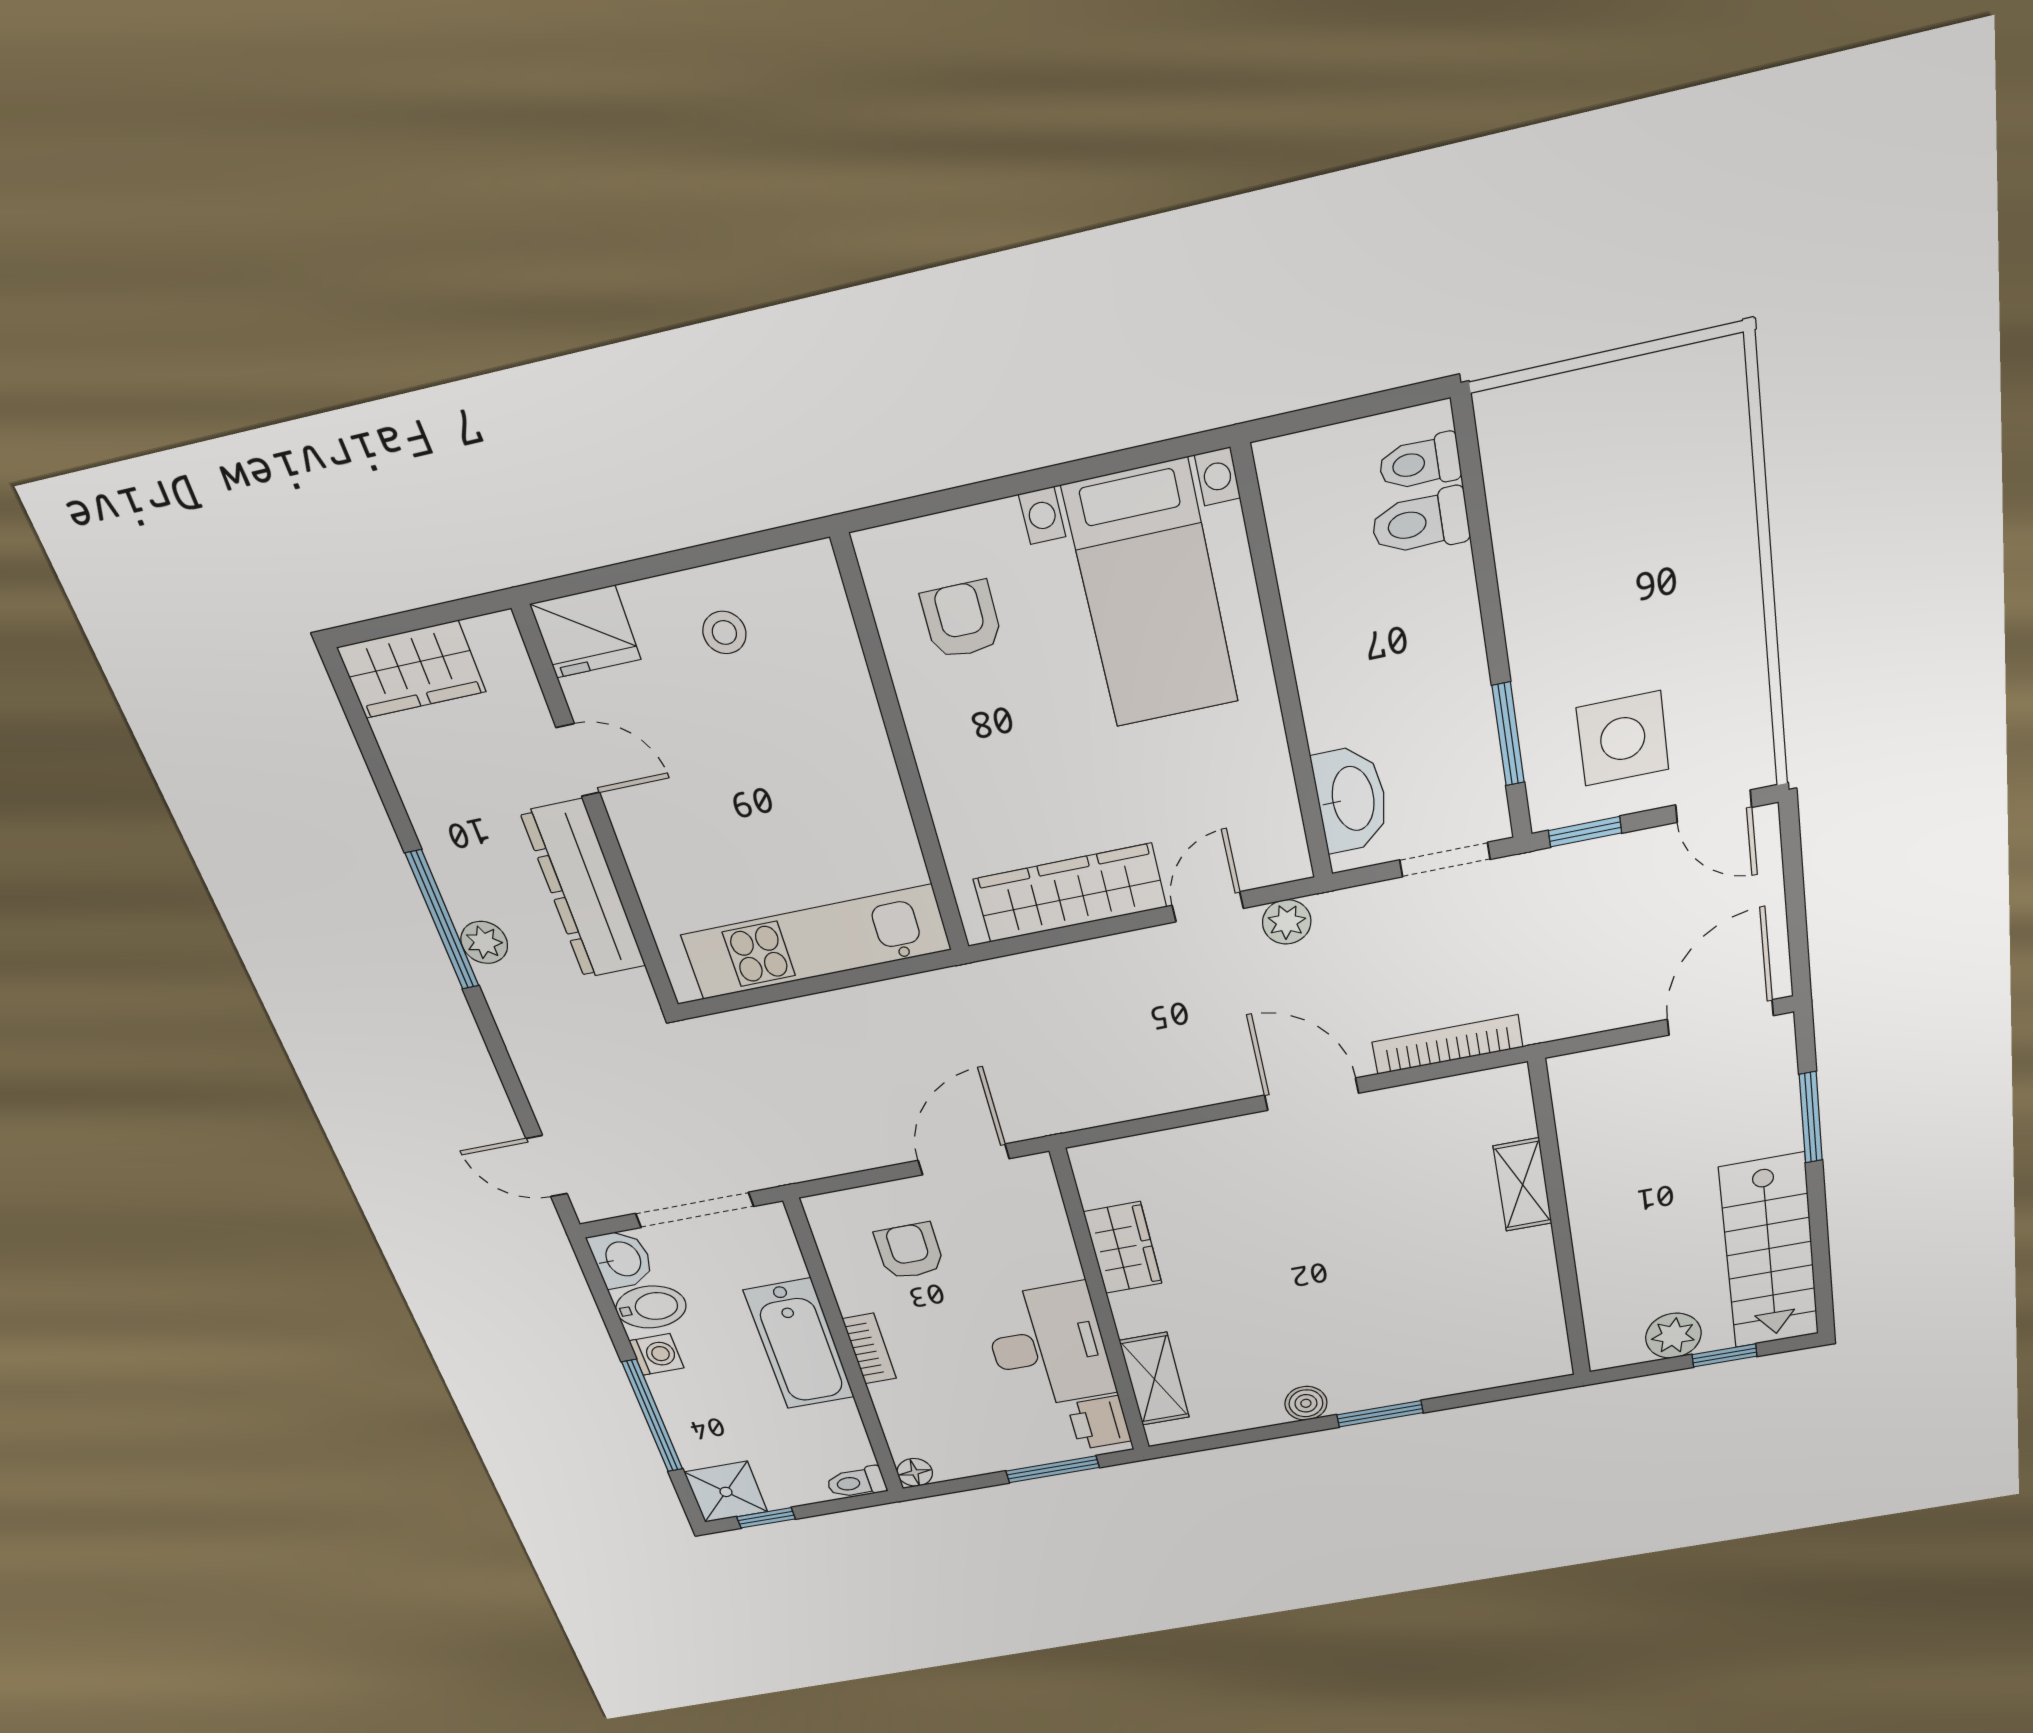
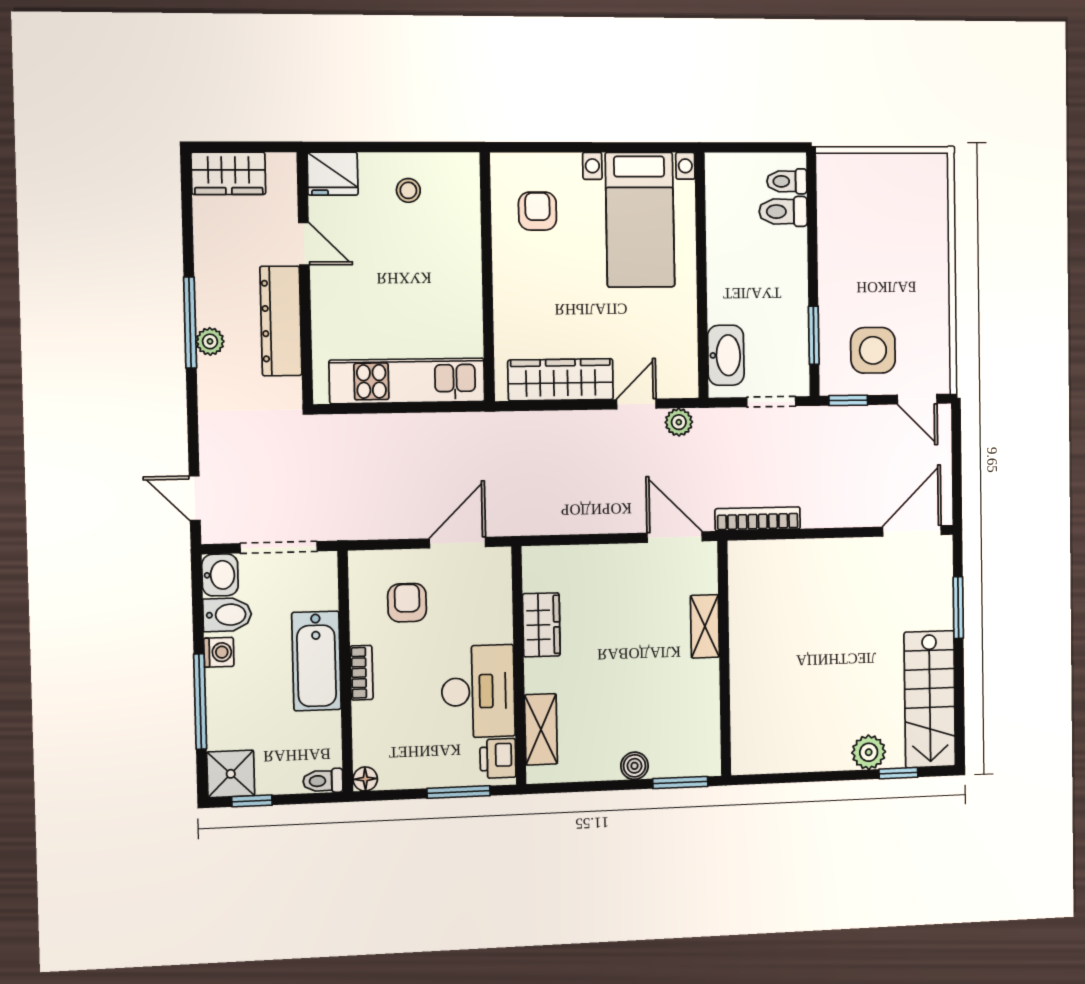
shelving: (1523, 1185) -> (705, 626), moved
wall: (1560, 1223) -> (724, 658), moved

